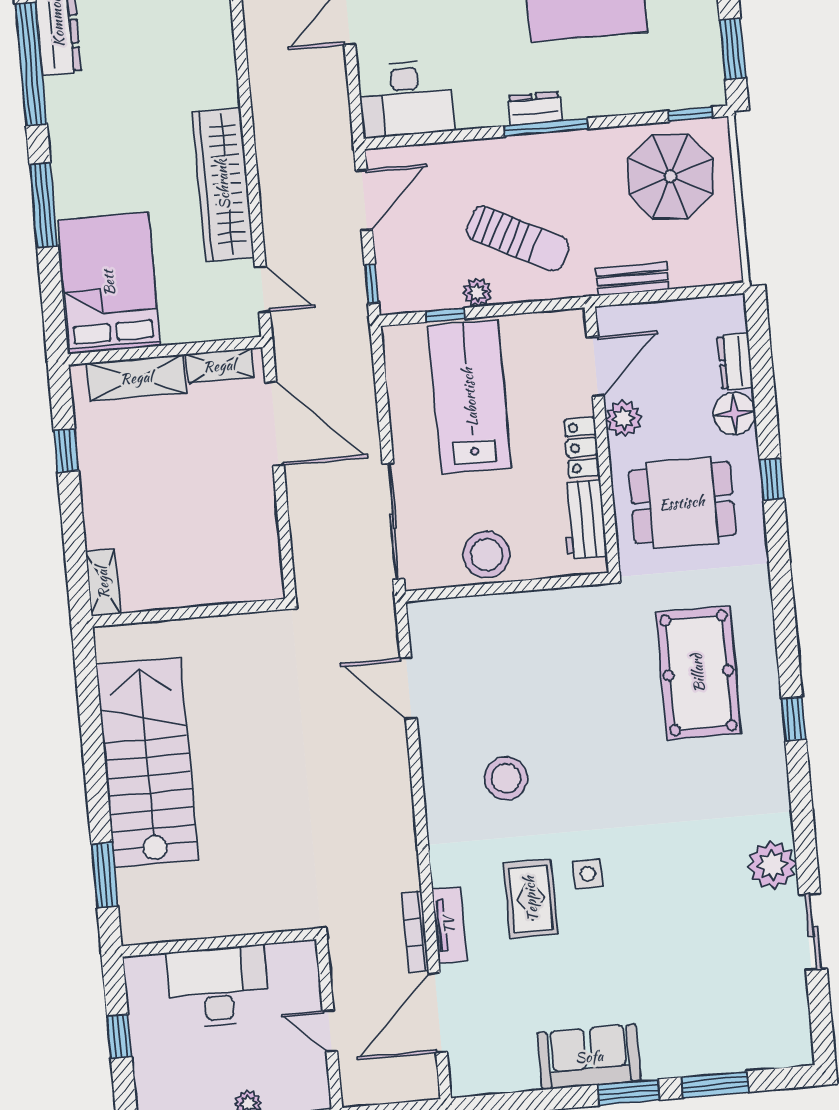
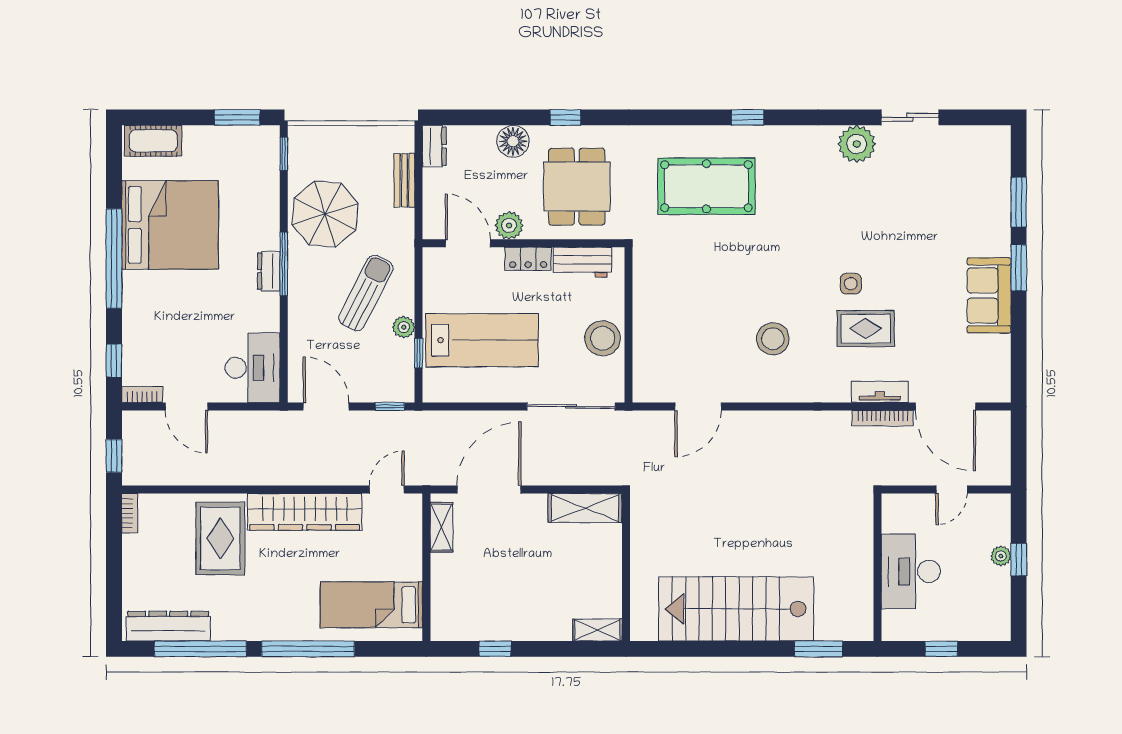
rug: (178, 77) -> (220, 539), added
parasol: (670, 176) -> (325, 214), moved
window: (44, 205) -> (308, 649), width x1.46
bench: (633, 279) -> (404, 180), moved
bed: (109, 283) -> (371, 605), width x0.67
dresser: (735, 362) -> (434, 146), moved, turned -90
shelving: (136, 378) -> (585, 508), moved, turned 90
lab bench: (470, 397) -> (482, 340), turned 180

